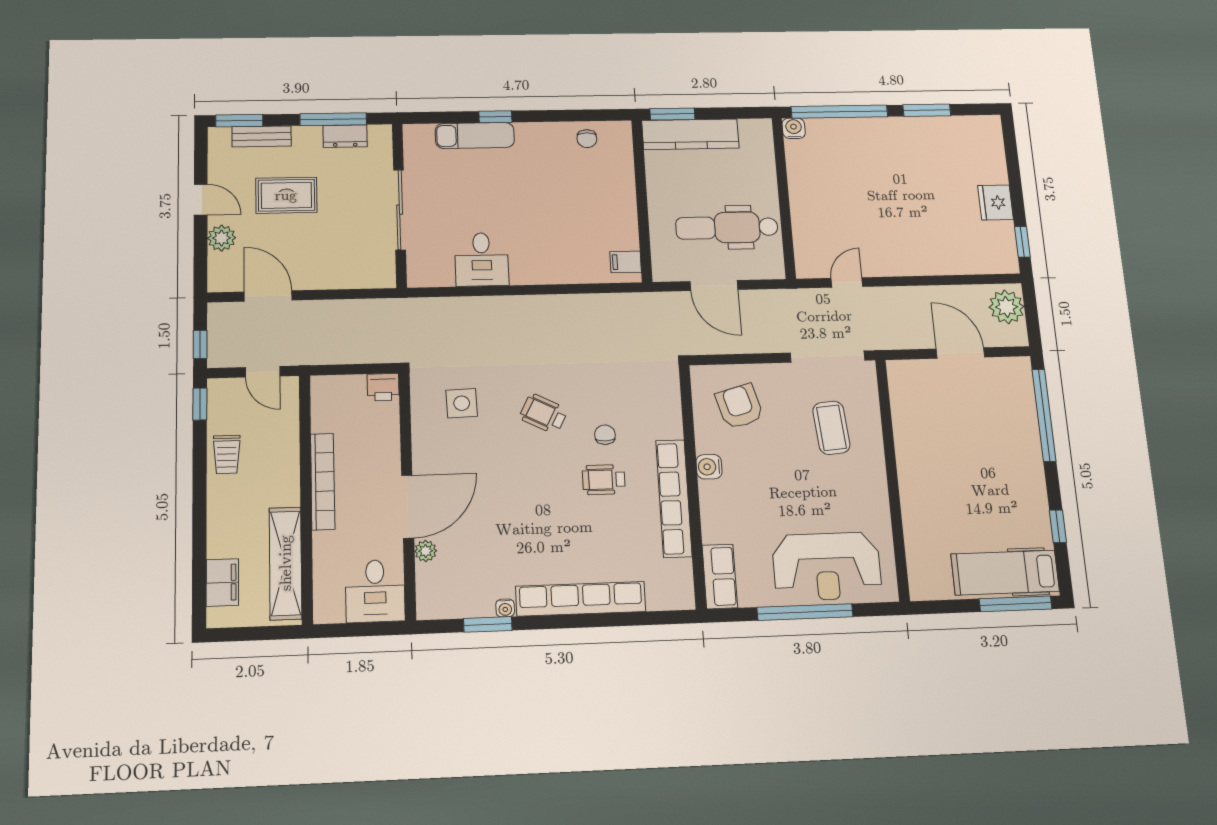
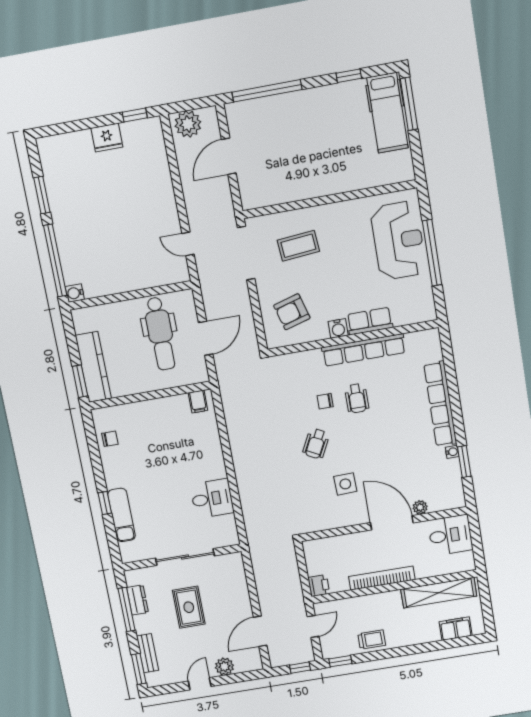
rug: (286, 195) -> (189, 607), moved
printer: (383, 387) -> (319, 586), moved
side table: (462, 403) -> (345, 484), moved
row of seats: (720, 576) -> (370, 321), moved

